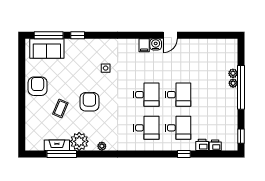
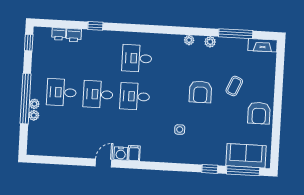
desk: (178, 128) -> (61, 92), moved
plant: (79, 141) -> (210, 42), width x0.53, depth x0.53
fireplace: (57, 145) -> (263, 45), moved

